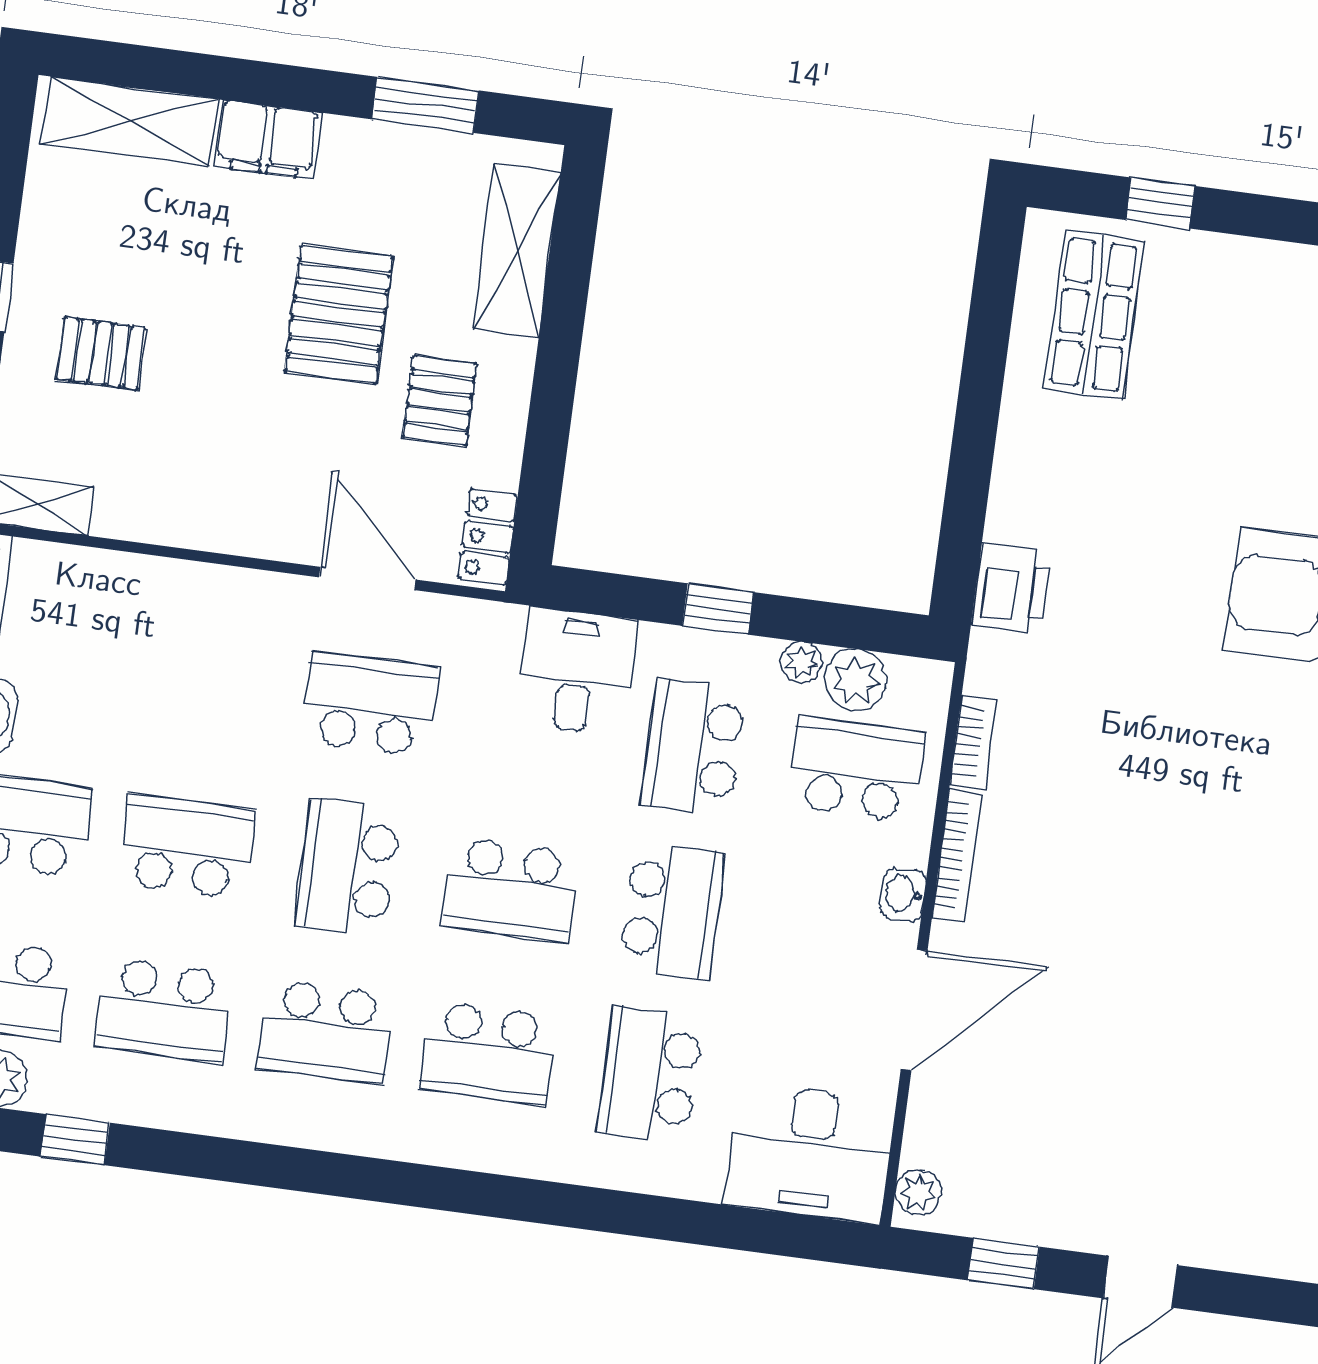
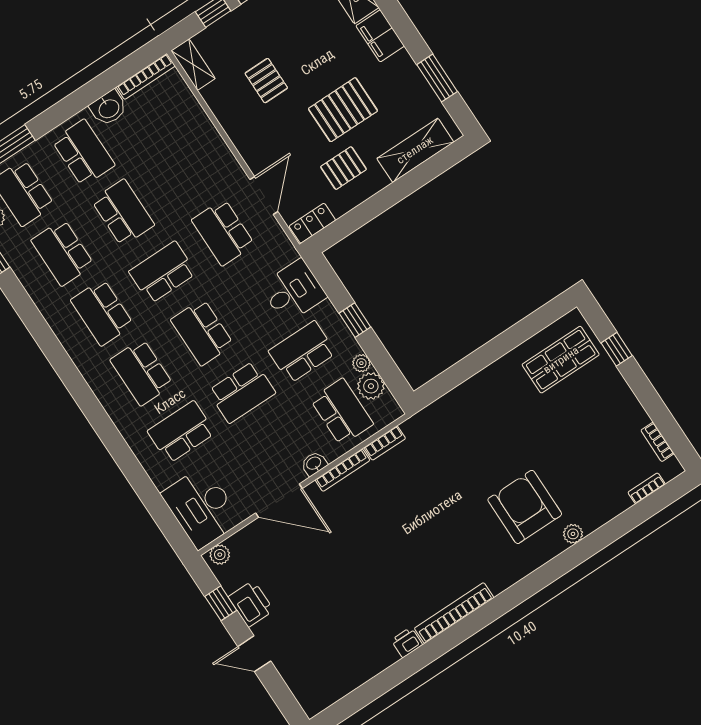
pallet: (101, 353) -> (266, 81), moved
printer: (1011, 589) -> (251, 604), moved, turned -90
school desk: (370, 704) -> (223, 232), turned 180

